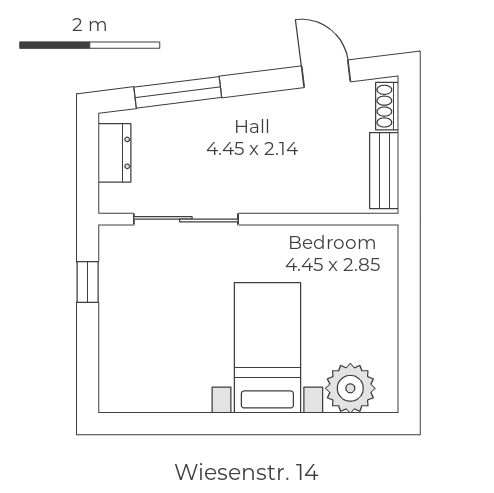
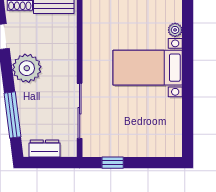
plant: (266, 119) -> (27, 68), added
plant: (350, 388) -> (175, 30), width x0.53, depth x0.53

